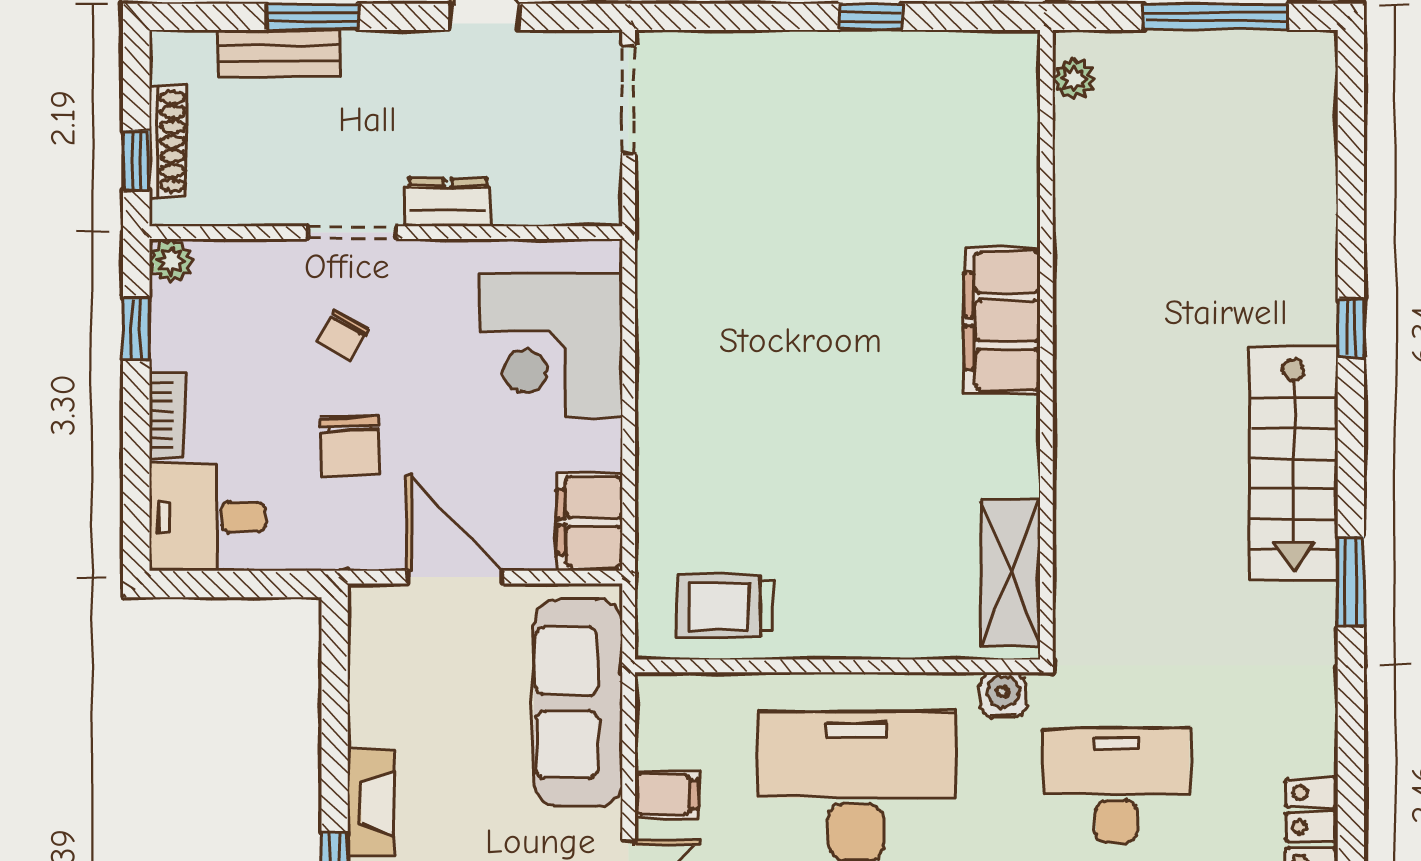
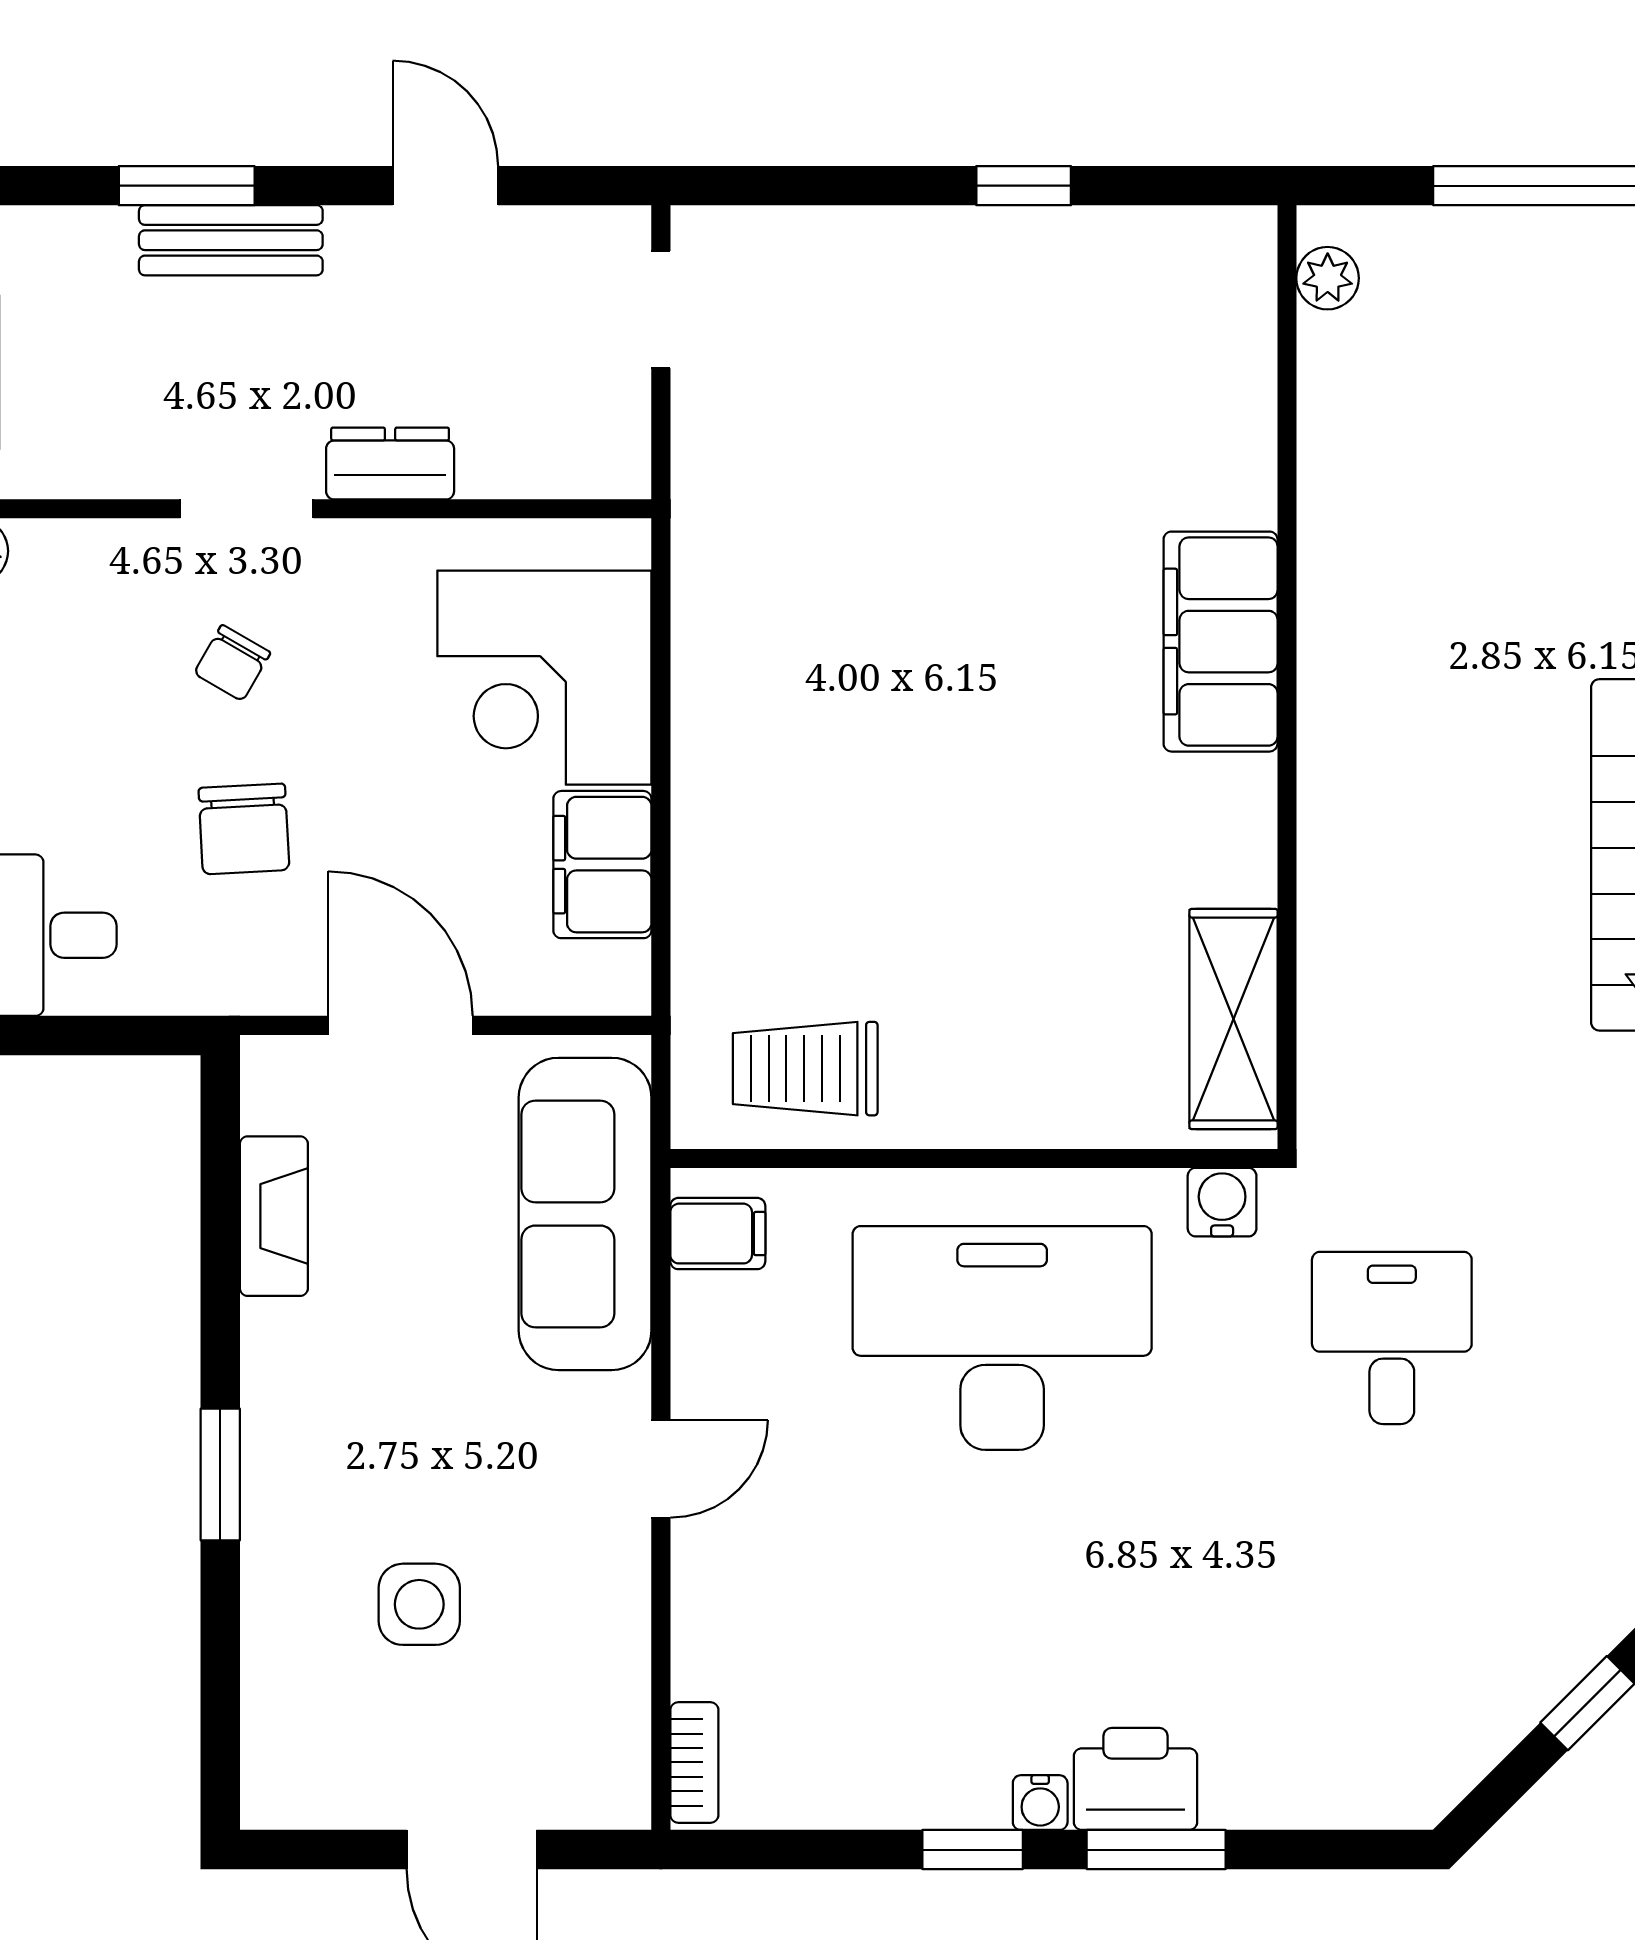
bench: (280, 53) -> (231, 240), moved
doorway: (629, 100) -> (661, 310), width x0.73
filing cabinet: (590, 522) -> (602, 865), moved
desk: (1116, 786) -> (1392, 1338), width x0.73
filing cabinet: (667, 794) -> (718, 1234), moved
fireplace: (370, 803) -> (274, 1216), moved

